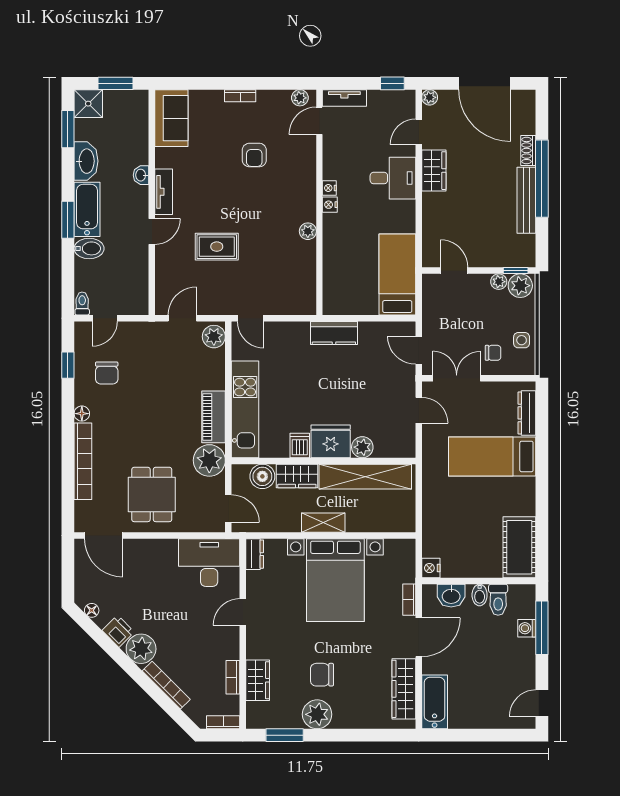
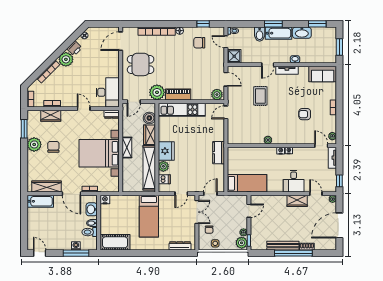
shower: (88, 104) -> (234, 56), moved
door: (152, 231) -> (268, 65), hinge flipped
dishwasher: (300, 445) -> (164, 179), moved
bed: (492, 456) -> (149, 216), moved, turned 180

